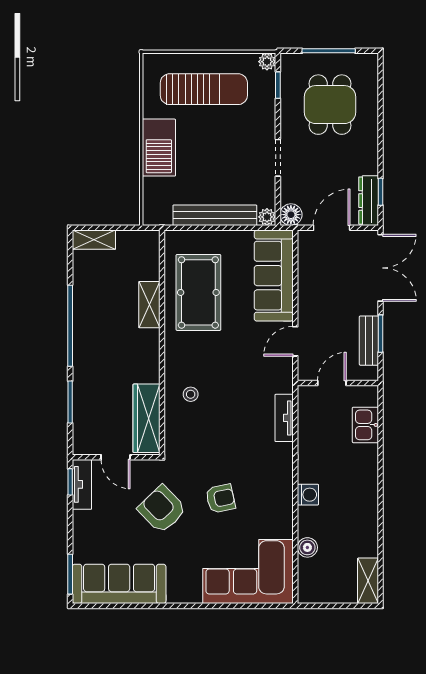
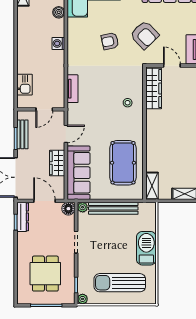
door: (332, 228) -> (44, 201), swing flipped
wardrobe: (310, 292) -> (57, 163), added
shelving: (149, 305) -> (152, 186), moved

